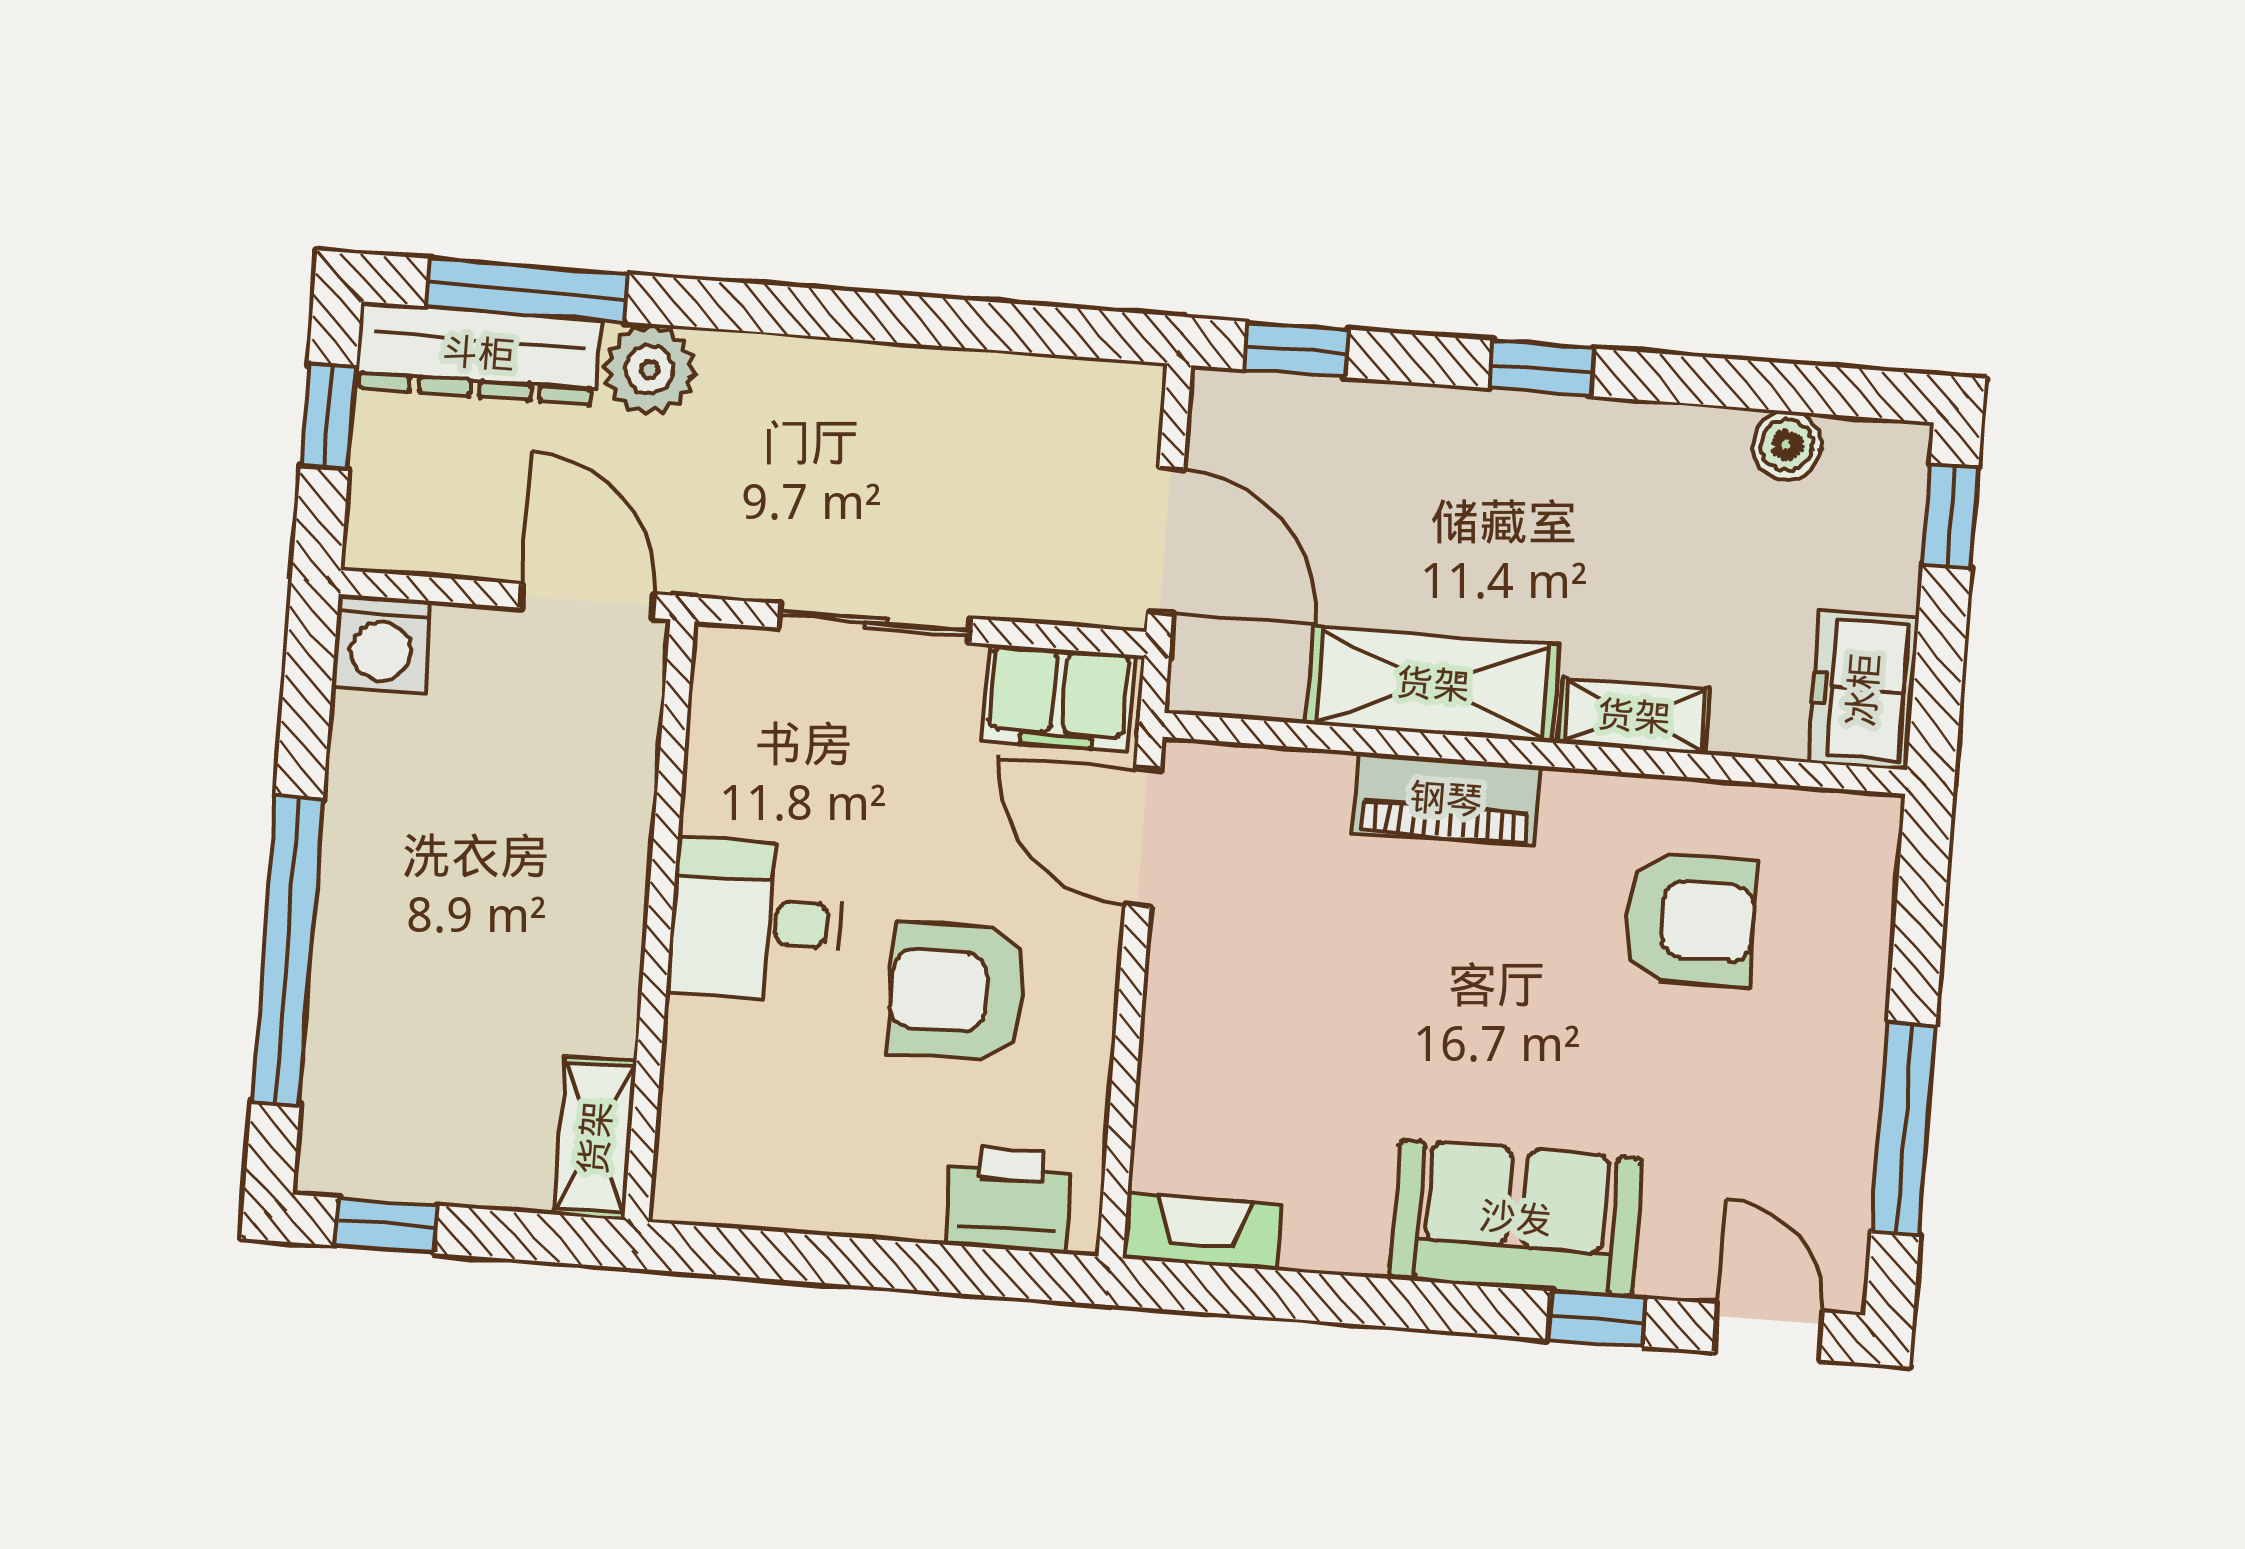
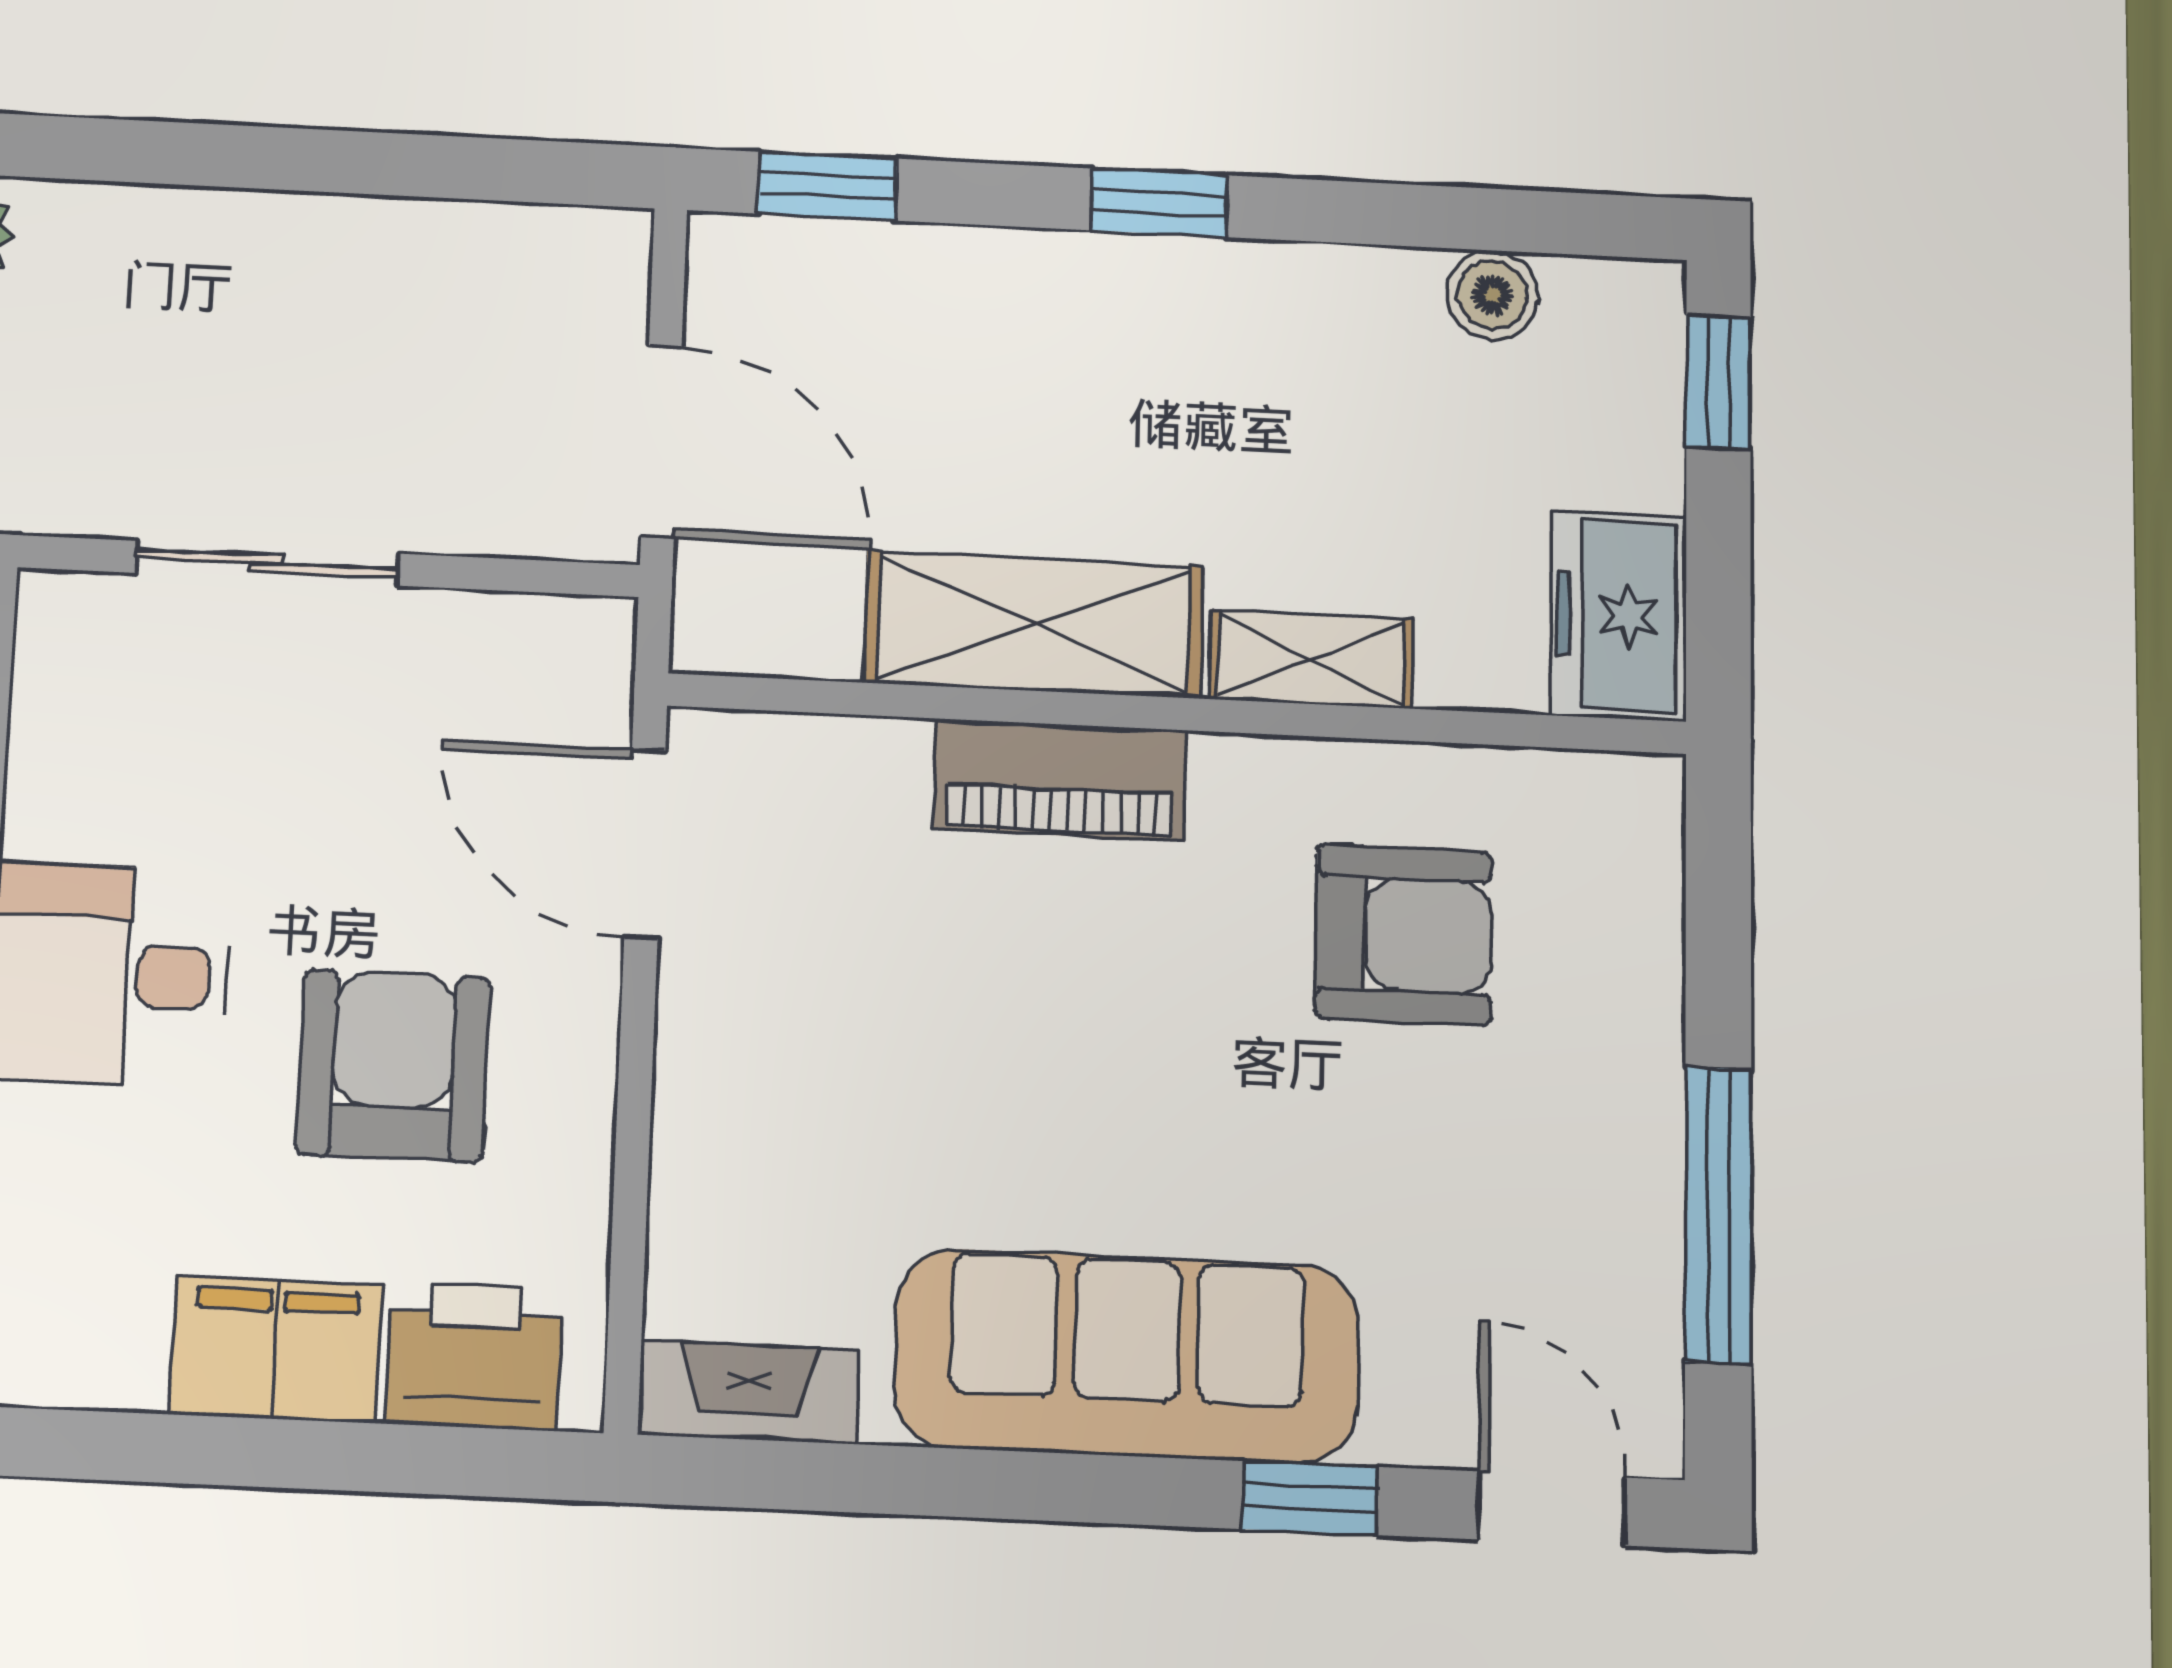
filing cabinet: (1059, 698) -> (276, 1349), moved, turned 180
armchair: (957, 992) -> (393, 1066), turned 90
sofa: (1516, 1218) -> (1127, 1356), width x1.36

